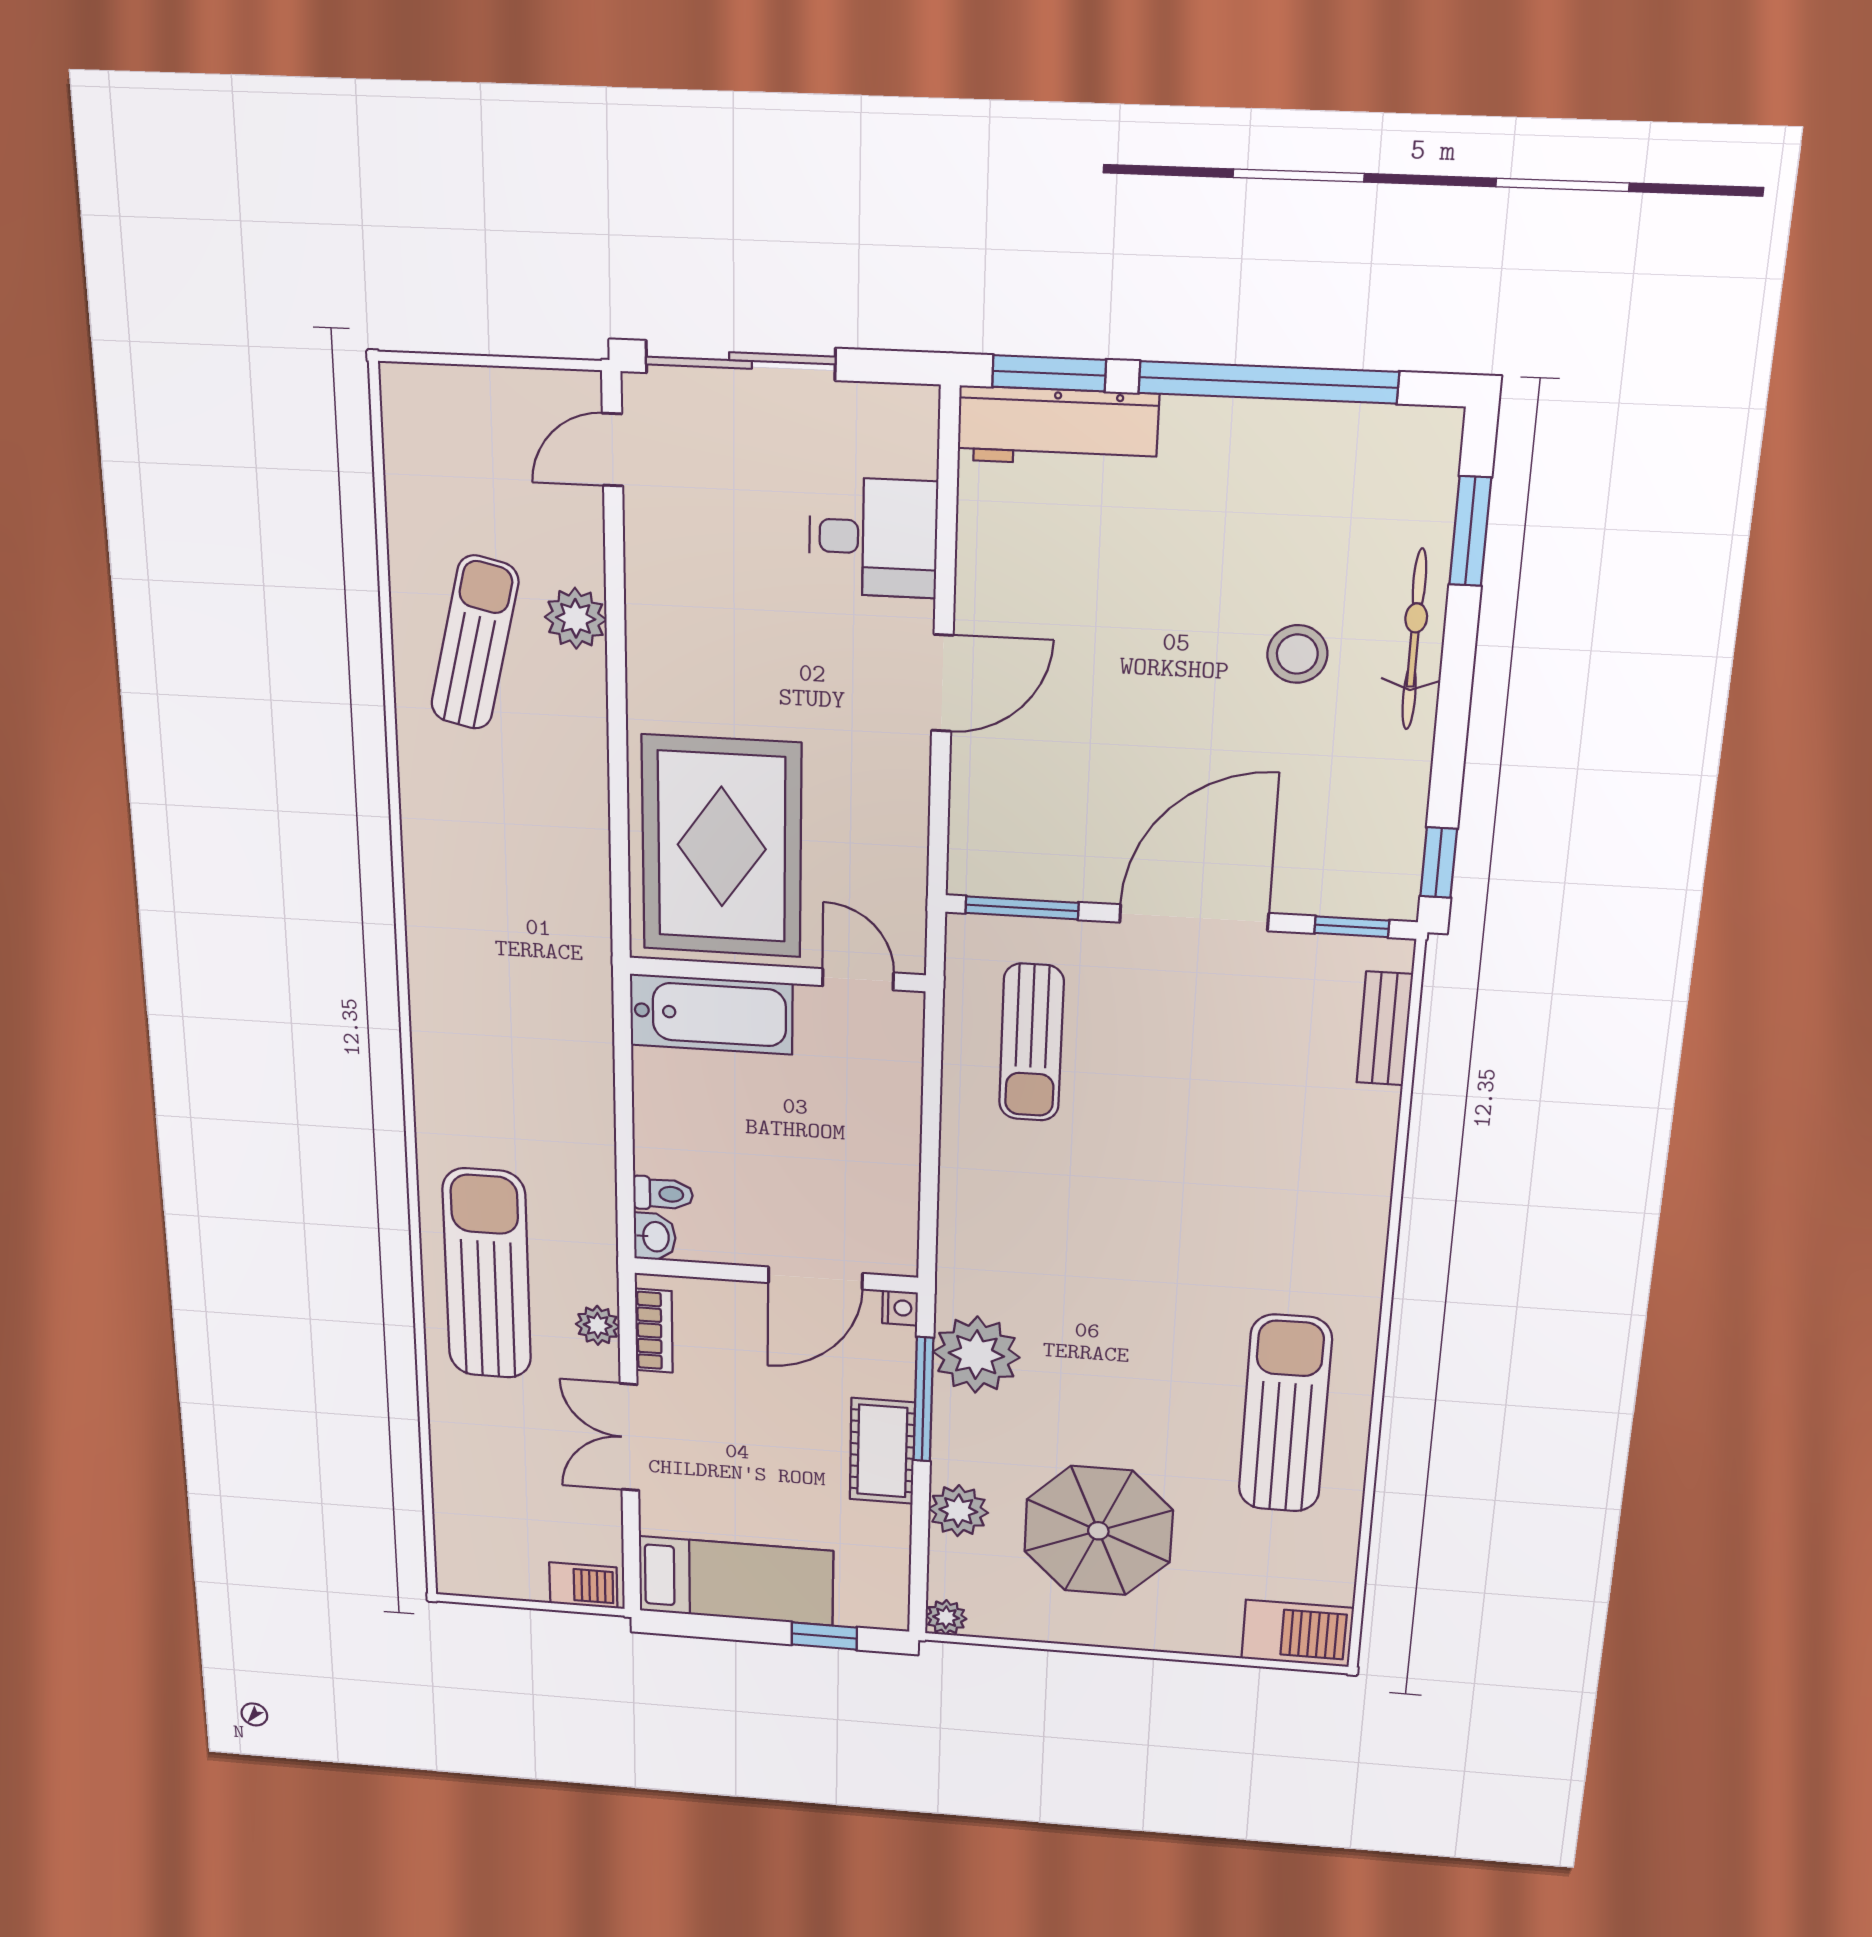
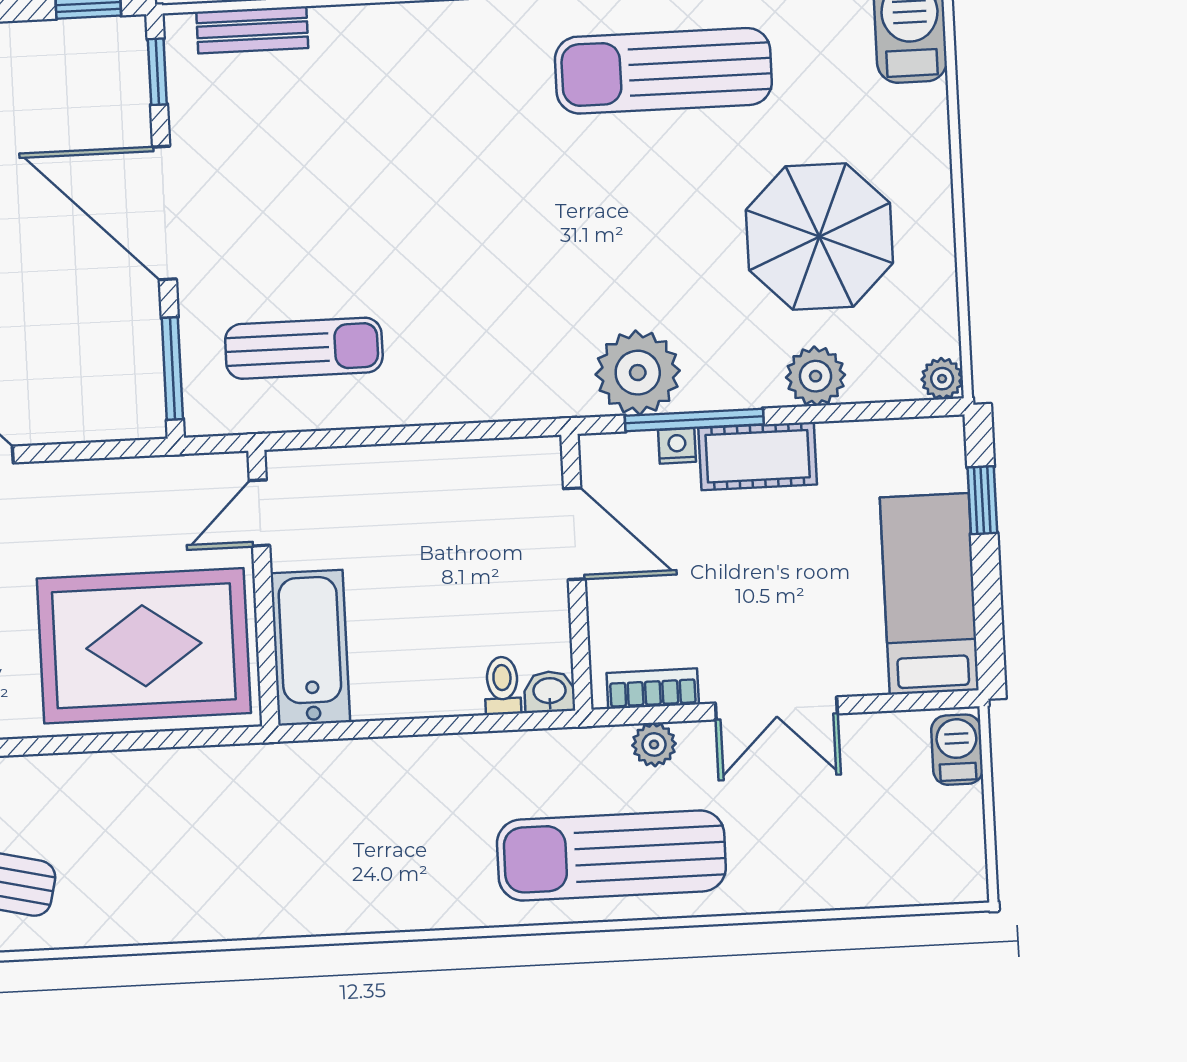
nightstand: (900, 1308) -> (677, 446), moved

